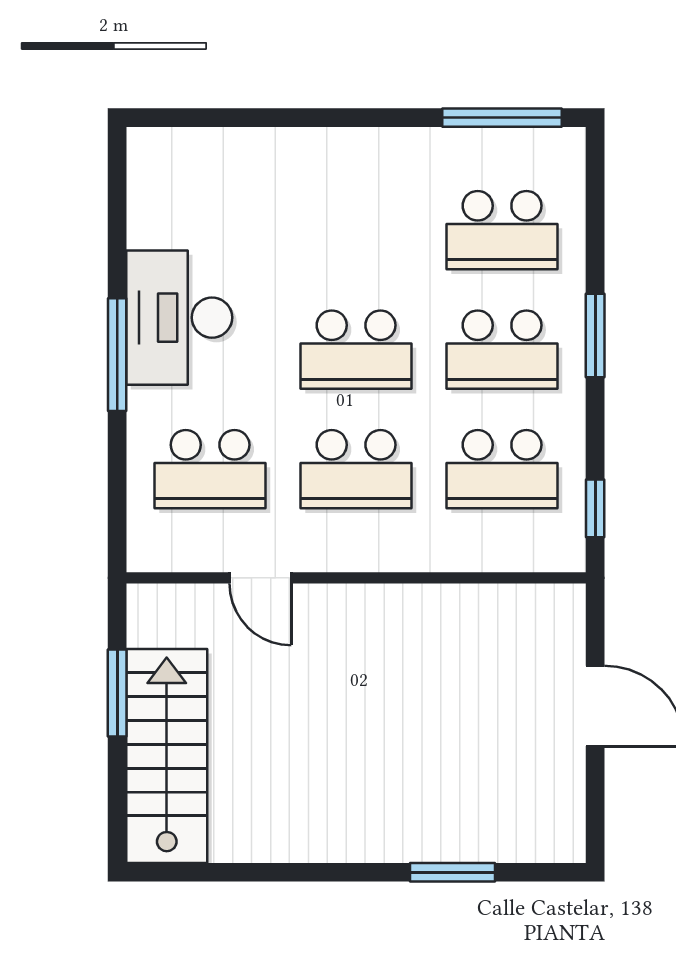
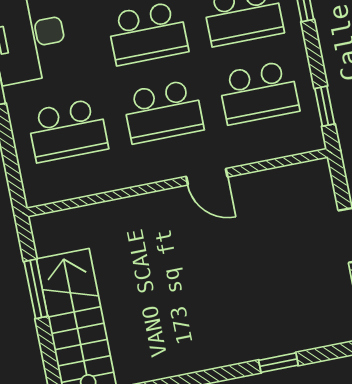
door: (260, 578) -> (207, 177), moved
window: (452, 872) -> (278, 363), width x0.67

